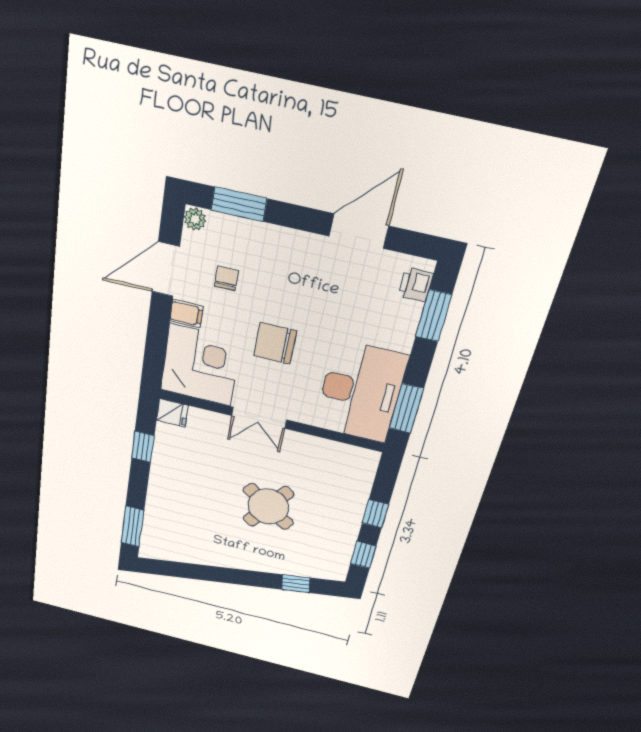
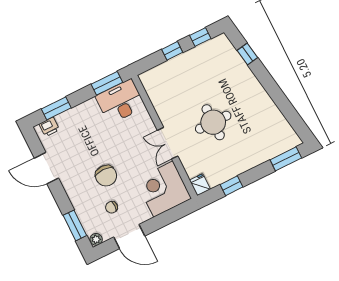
filing cabinet: (186, 314) -> (143, 213), removed
chair: (275, 343) -> (106, 176), moved
desk: (360, 392) -> (120, 102), width x0.73, depth x0.77
double door: (259, 418) -> (168, 143), swing flipped
round table: (268, 506) -> (213, 122), moved, turned -35

